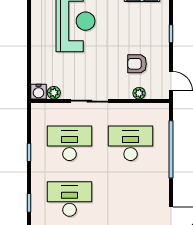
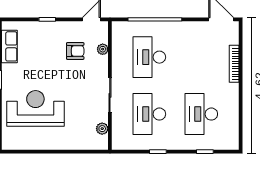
armchair: (137, 64) -> (75, 51), turned -90
water cooler: (39, 92) -> (101, 143), removed

